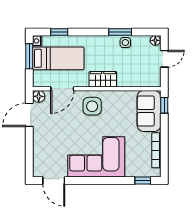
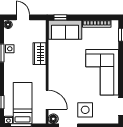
wardrobe: (103, 79) -> (39, 54), moved
side table: (92, 106) -> (85, 110), moved

